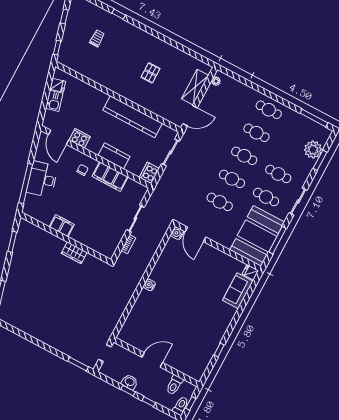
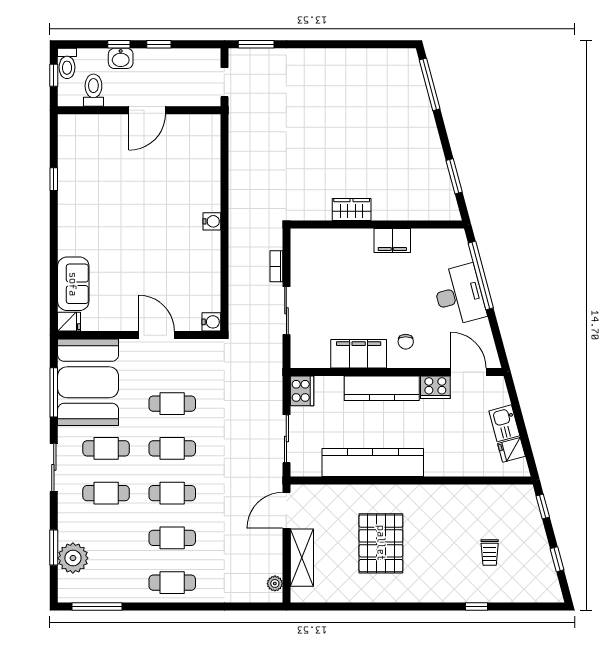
pallet: (150, 73) -> (381, 543), width x2.05, depth x2.00
kitchen counter: (114, 156) -> (382, 388), width x1.50
door: (196, 234) -> (157, 335), moved
washbasin: (130, 382) -> (121, 58), moved

